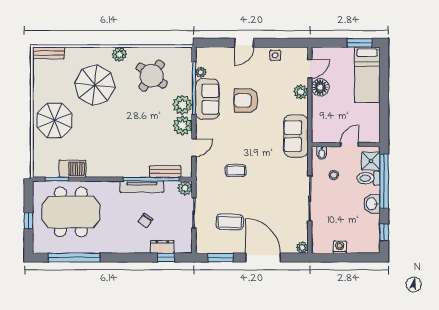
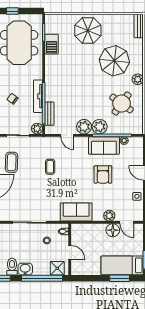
window: (384, 78) -> (120, 278), added
armchair: (246, 100) -> (103, 174), turned 180
toilet: (369, 178) -> (12, 267), moved

